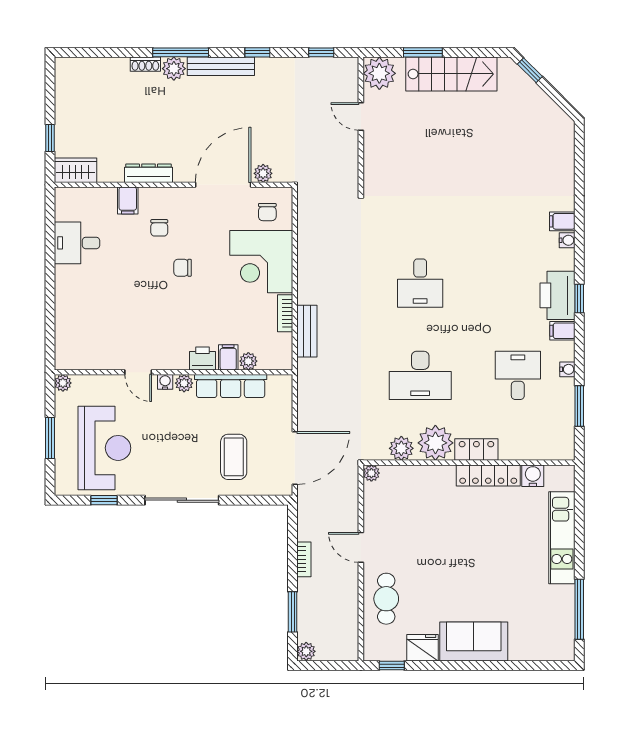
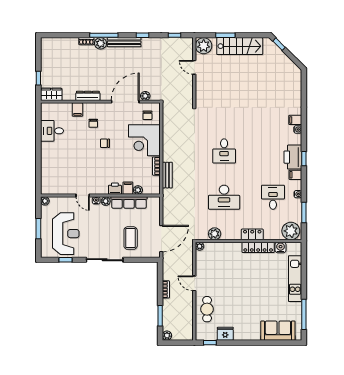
plant: (435, 443) -> (291, 231), moved
sofa: (474, 642) -> (278, 331), moved

